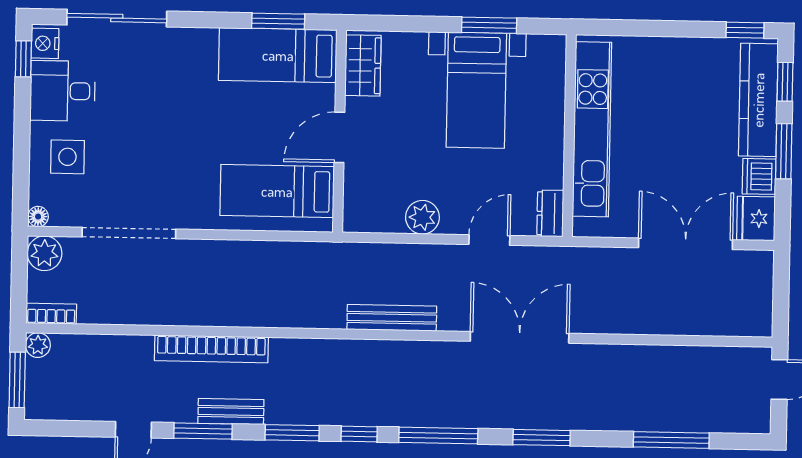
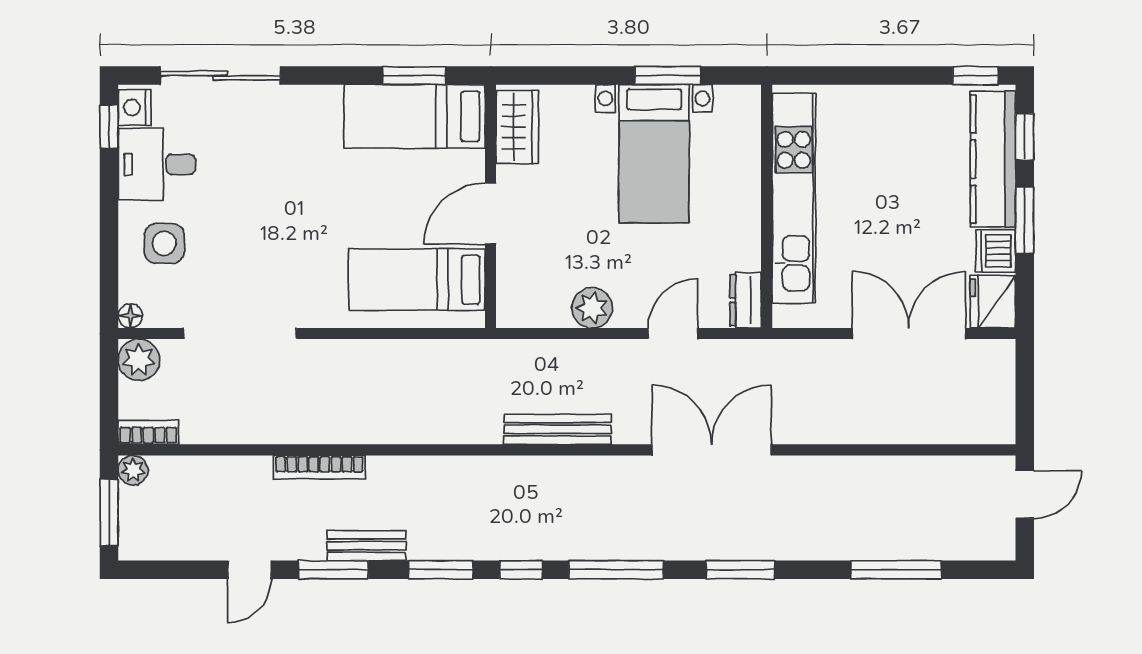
bookcase: (211, 349) -> (319, 467), width x0.68, depth x0.76

